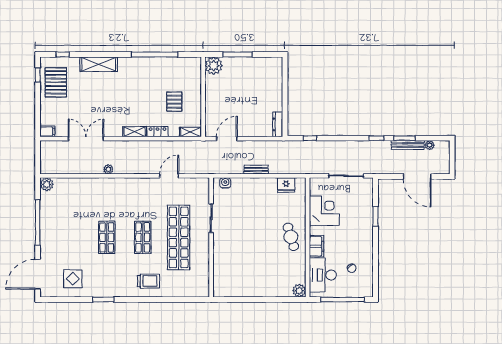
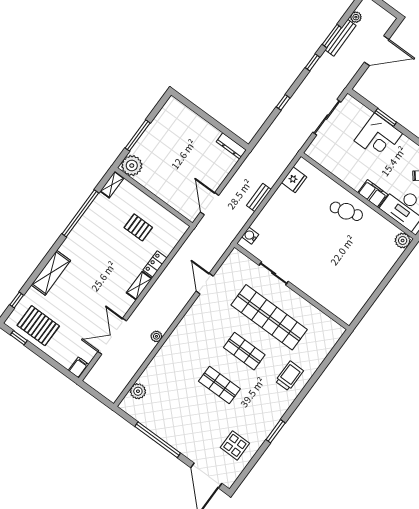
shelving: (190, 132) -> (112, 185), moved
window: (310, 138) -> (283, 102), moved
plant: (47, 184) -> (138, 391), moved
corner desk: (324, 211) -> (378, 137), moved, turned 180

